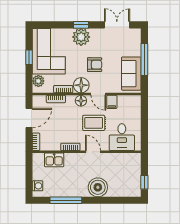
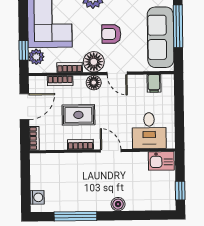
window: (29, 57) -> (24, 50), moved
armchair: (95, 65) -> (111, 34), turned 180
sofa: (131, 74) -> (161, 37), width x1.36
filing cabinet: (112, 102) -> (154, 83), moved
rug: (94, 123) -> (78, 115), moved
kitchen sink: (54, 160) -> (161, 161), moved
boiler: (98, 187) -> (118, 204), width x0.54, depth x0.54

